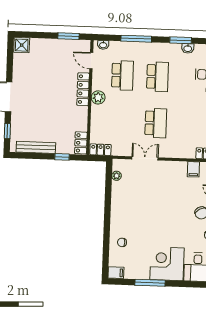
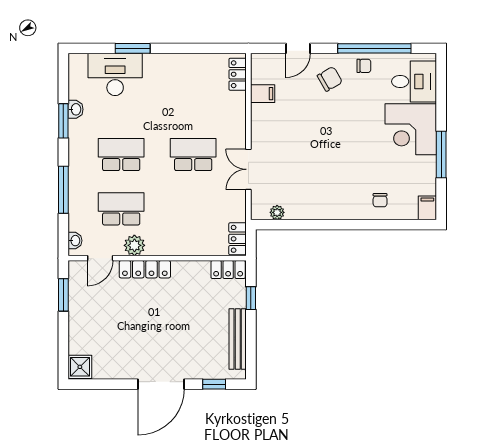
plant: (98, 97) -> (134, 245), moved

